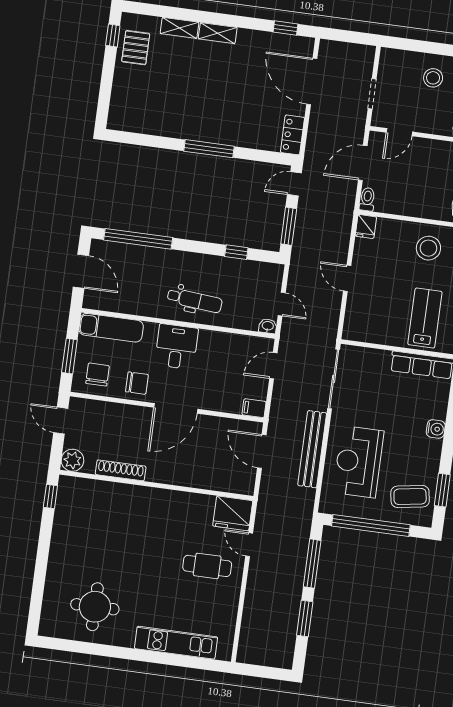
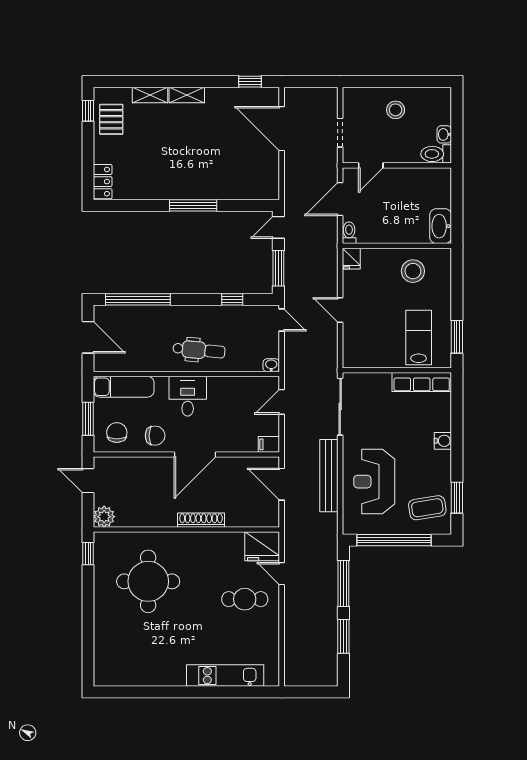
locker: (292, 135) -> (103, 182), moved, turned 180
door: (282, 304) -> (282, 320), moved
shoe rack: (121, 470) -> (201, 520), moved
round table: (95, 607) -> (148, 581), moved, width x1.36, depth x1.36

